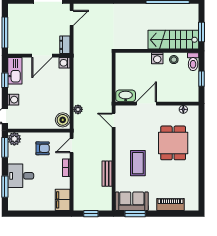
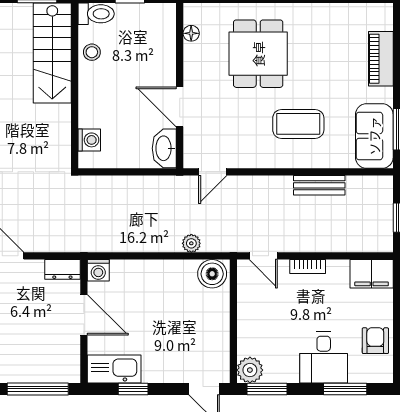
washing machine: (157, 58) -> (89, 140), moved
washing machine: (13, 100) -> (172, 372), removed
dining table: (173, 143) -> (258, 54), turned 90
armchair: (43, 148) -> (375, 341), moved

